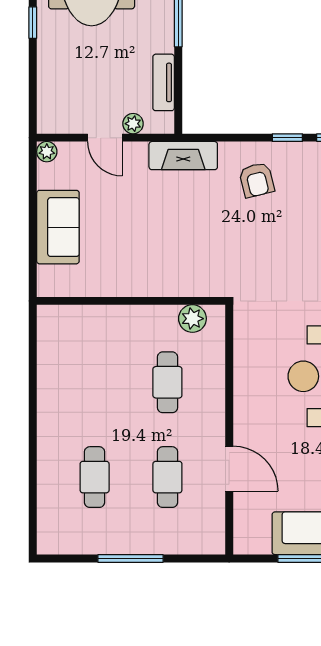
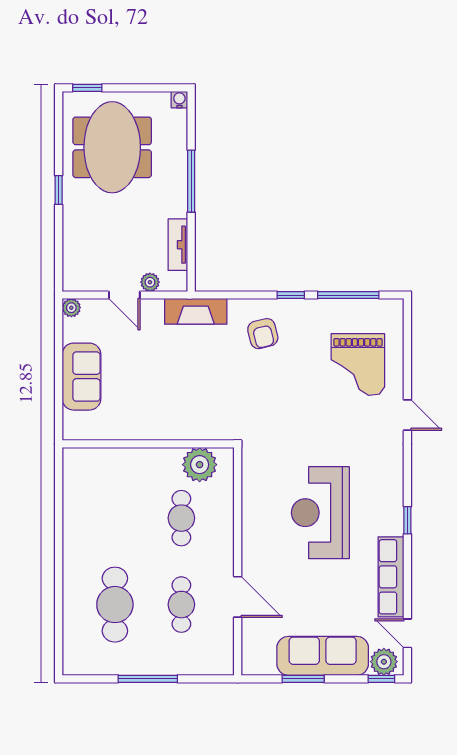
plant: (192, 319) -> (200, 465), width x1.36, depth x1.36
cafe table: (95, 477) -> (115, 605), width x1.37, depth x1.35

